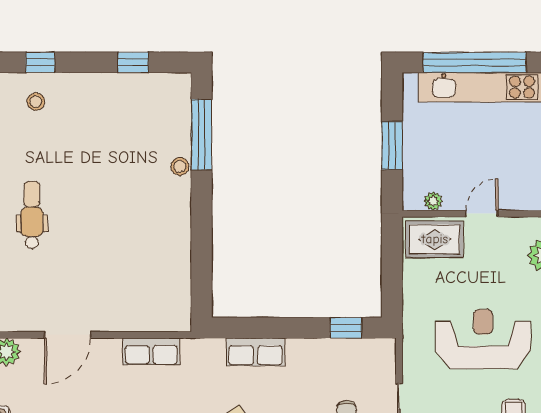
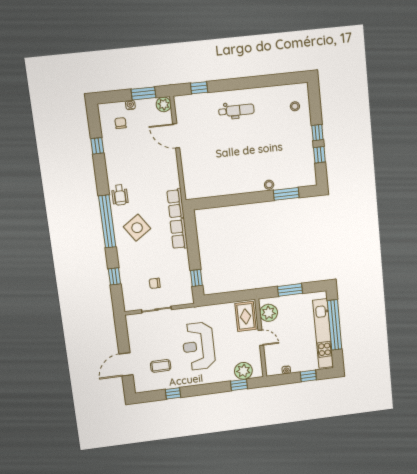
window: (40, 62) -> (317, 133), moved
window: (201, 135) -> (286, 194), width x0.69
plant: (433, 201) -> (269, 313), width x1.88, depth x1.88
reception desk: (483, 339) -> (199, 346), turned 180
row of seats: (151, 351) -> (176, 204), moved

